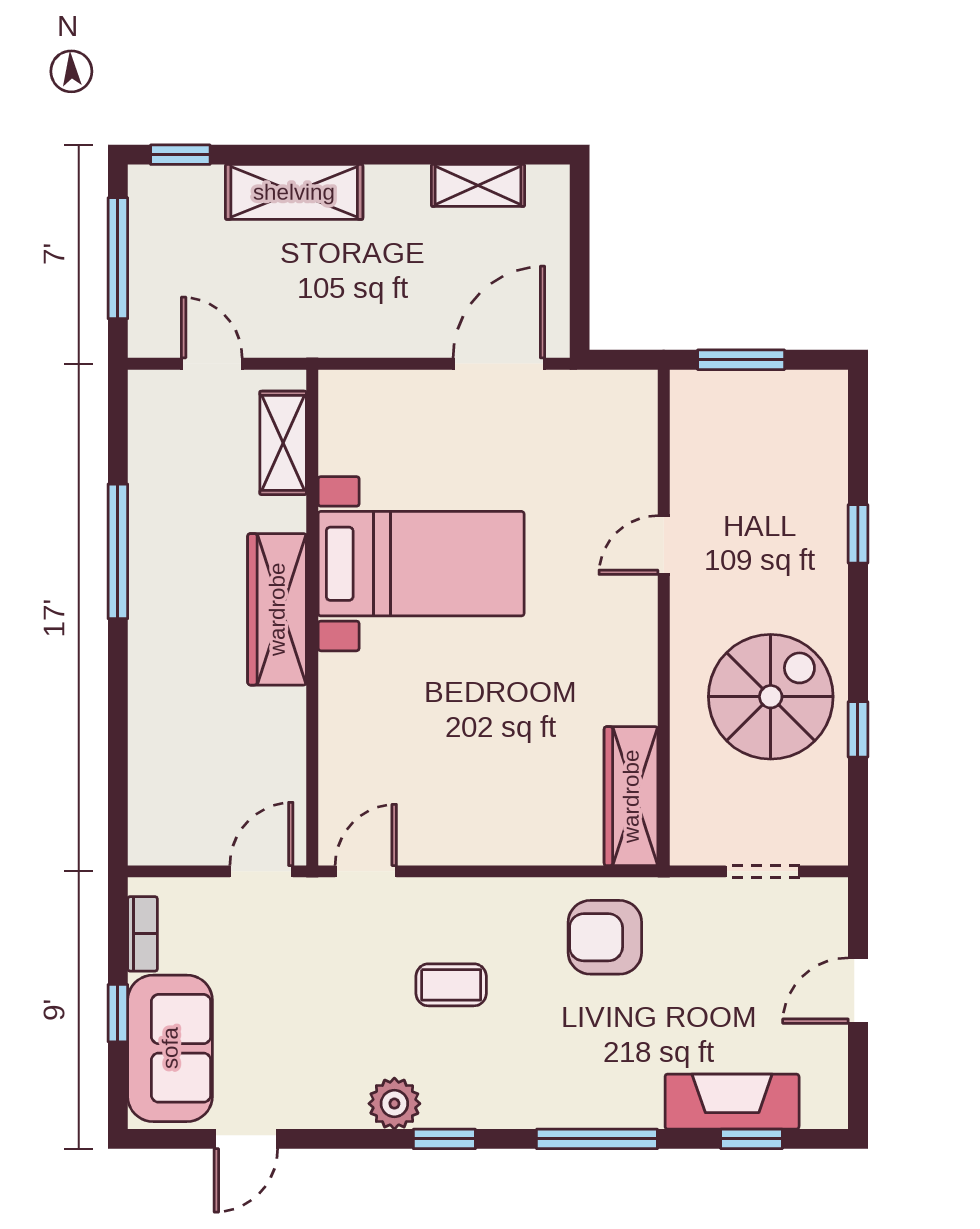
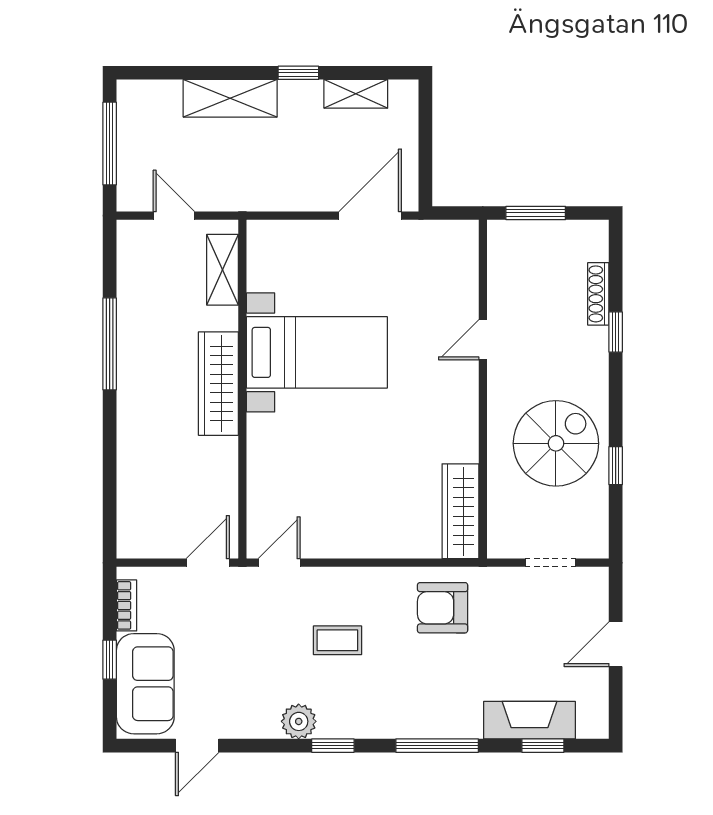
window: (180, 155) -> (298, 73), moved
shoe rack: (833, 478) -> (598, 294), added

